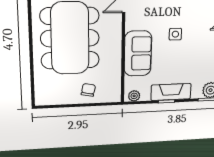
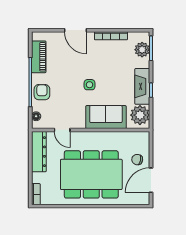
plant: (134, 96) -> (140, 115), width x1.88, depth x1.88
door: (64, 106) -> (151, 180), added

